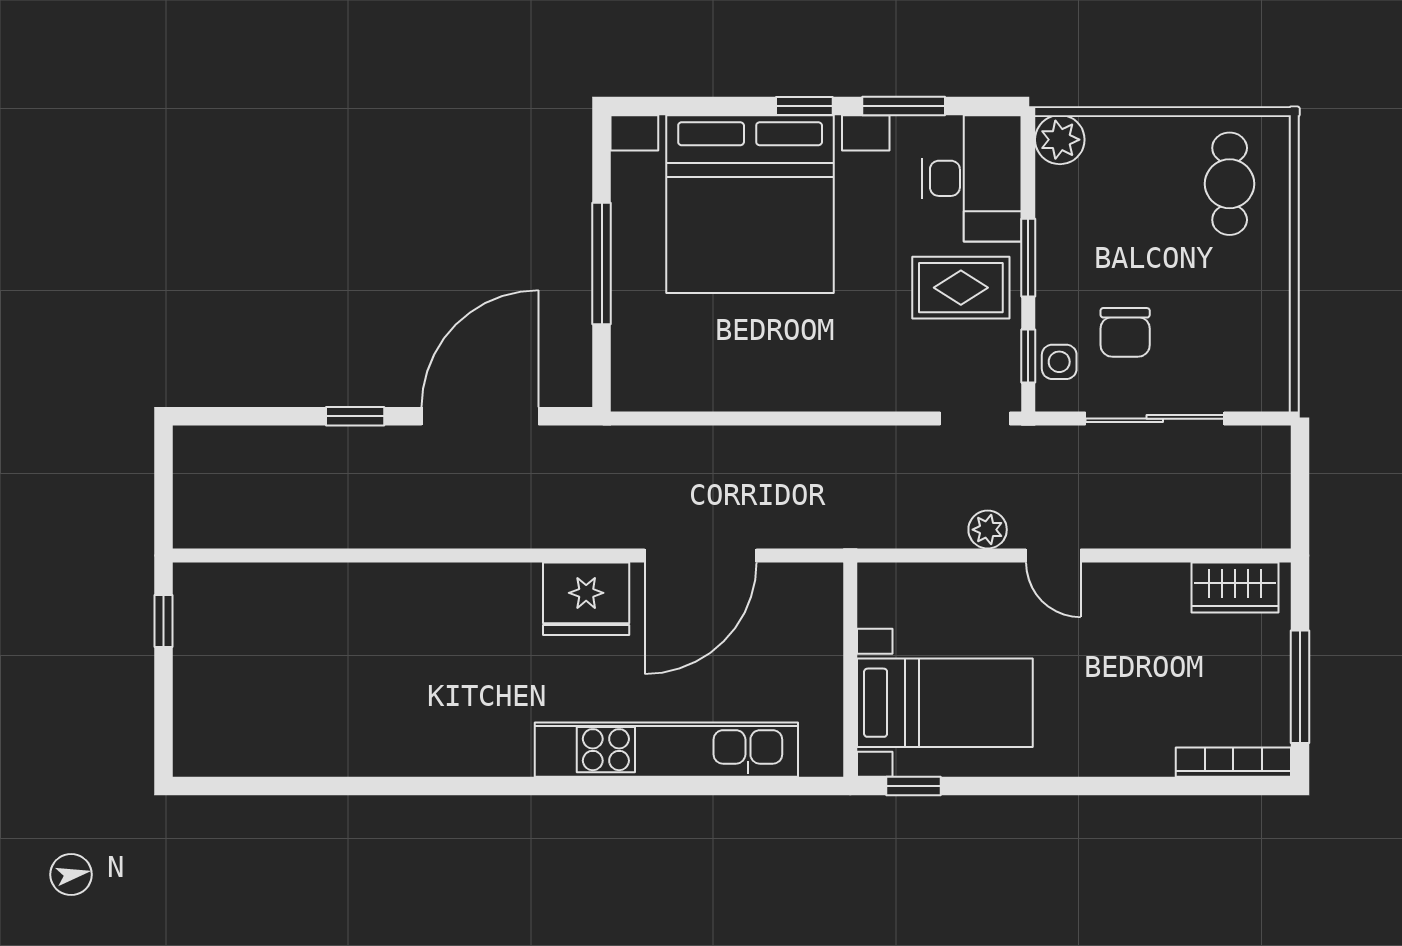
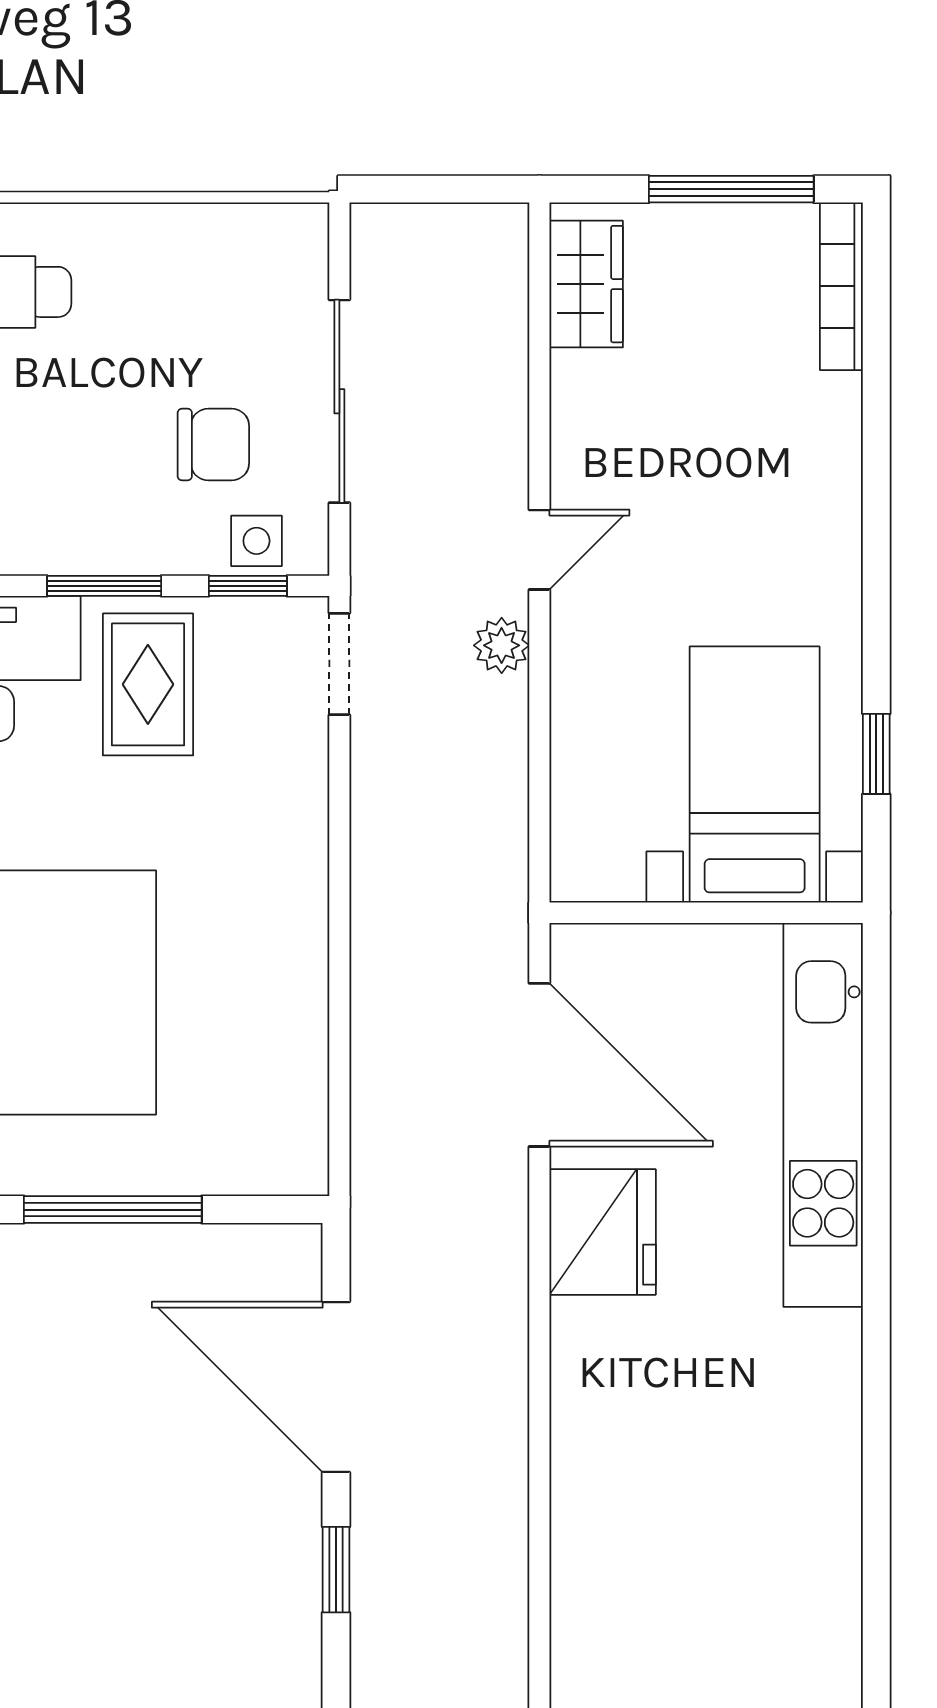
wall: (850, 670) -> (706, 913), moved
bed with nightstands: (945, 703) -> (755, 775), moved

